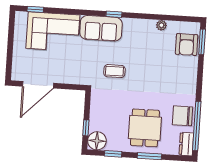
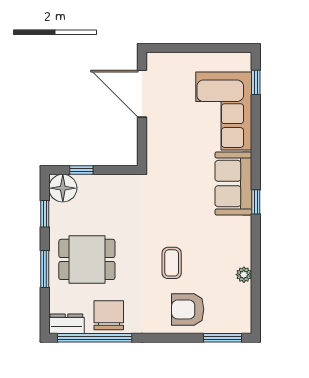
armchair: (187, 45) -> (188, 309), moved
coffee table: (114, 71) -> (172, 263), moved

